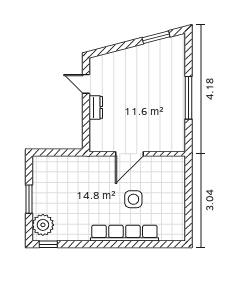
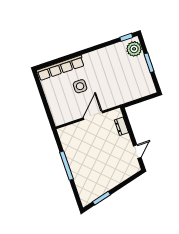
door: (86, 84) -> (137, 152), hinge flipped
dresser: (96, 107) -> (121, 126), moved
row of seats: (124, 233) -> (60, 68), moved

